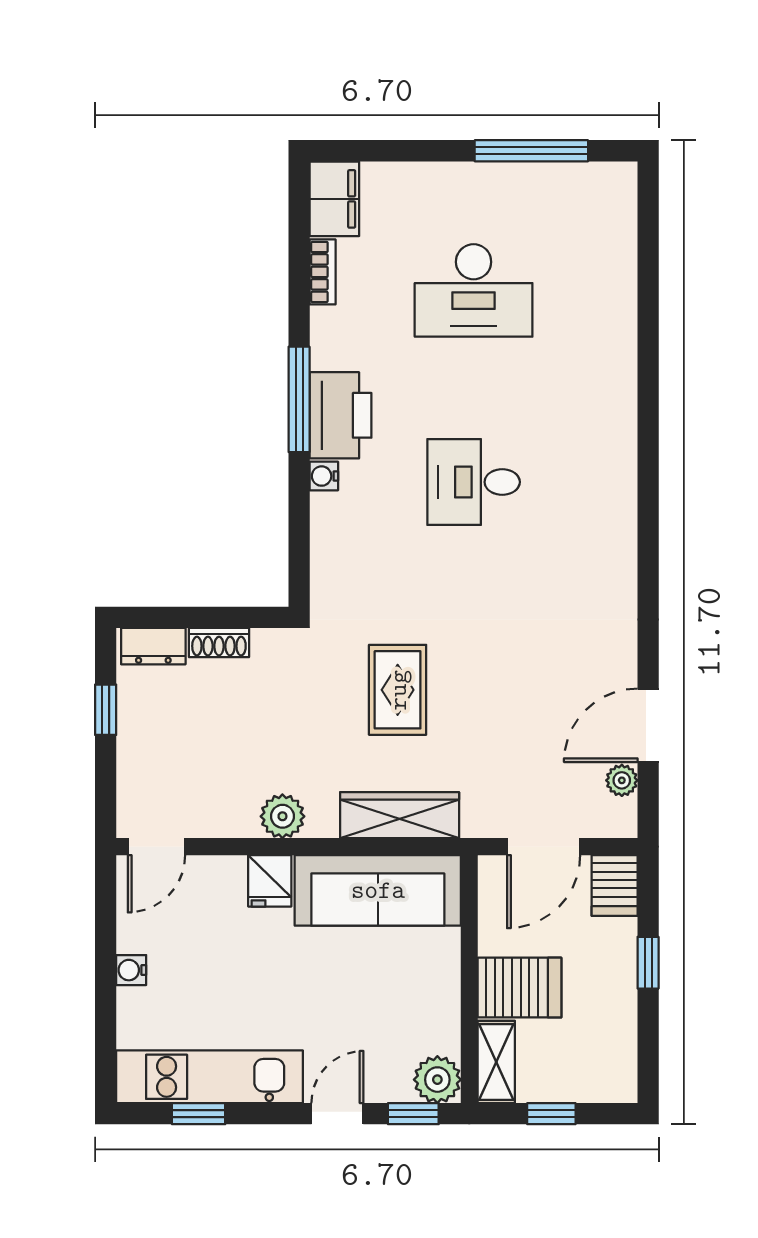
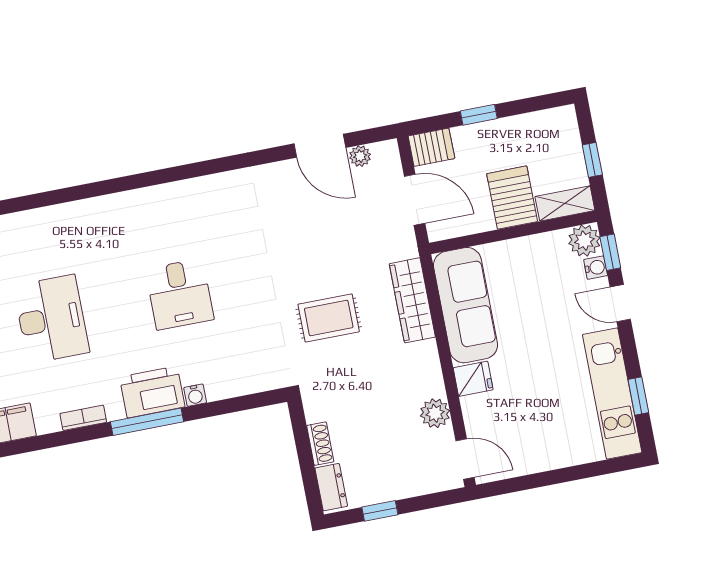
bookcase: (323, 272) -> (83, 418), moved
plant: (282, 816) -> (435, 413), moved
water cooler: (131, 970) -> (596, 268), moved, turned -90

